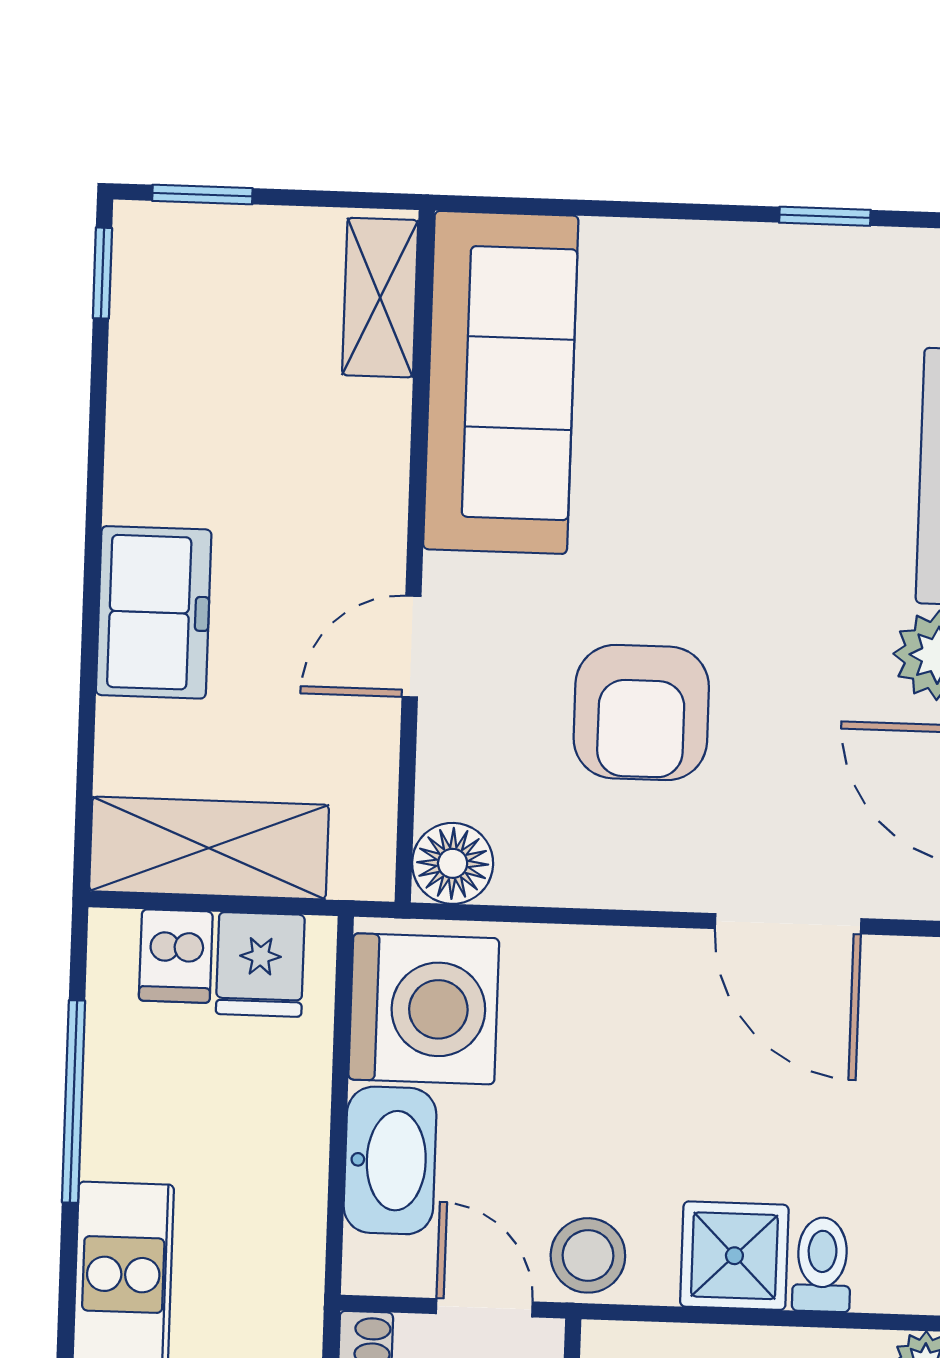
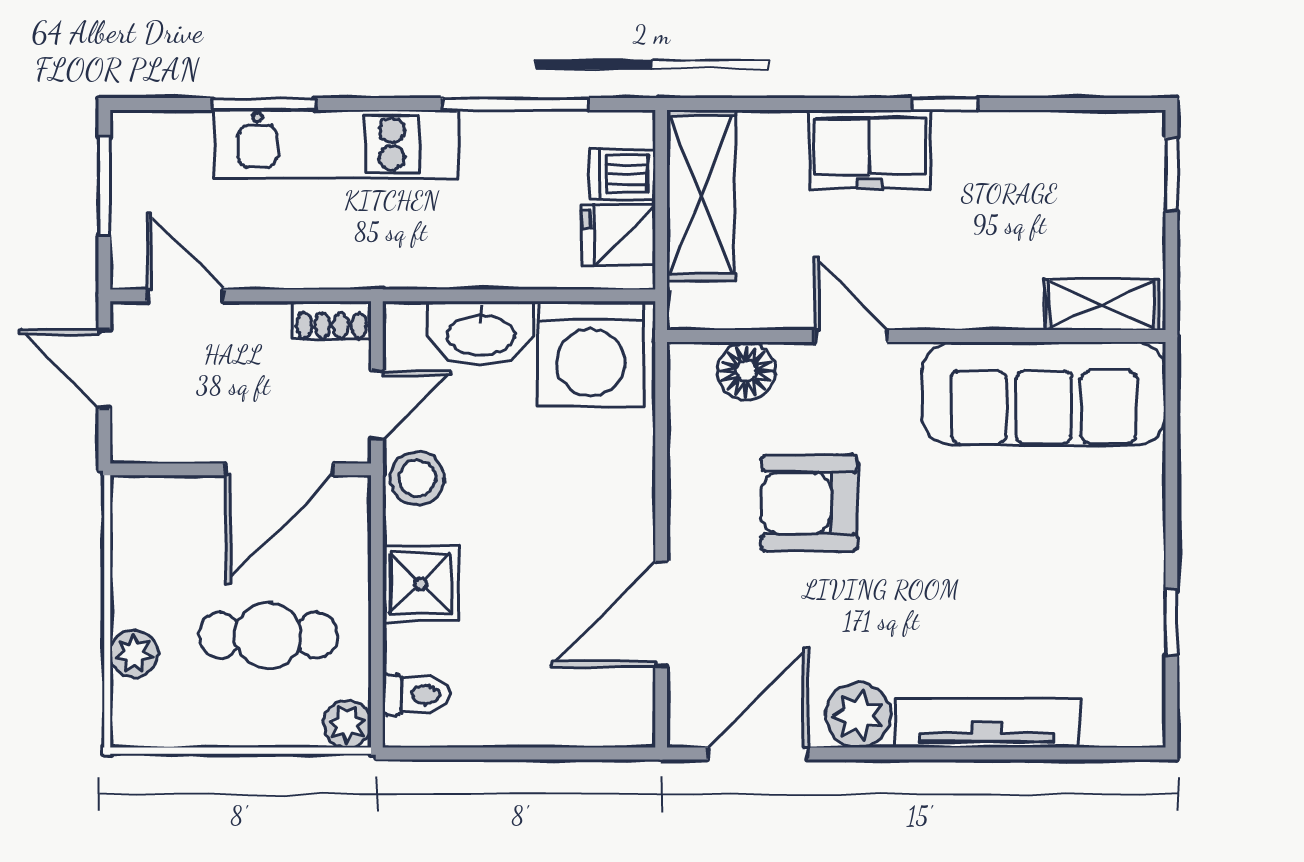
window: (102, 273) -> (945, 104), moved
floor lamp: (453, 863) -> (746, 371), moved
toilet: (822, 1265) -> (417, 695), moved

